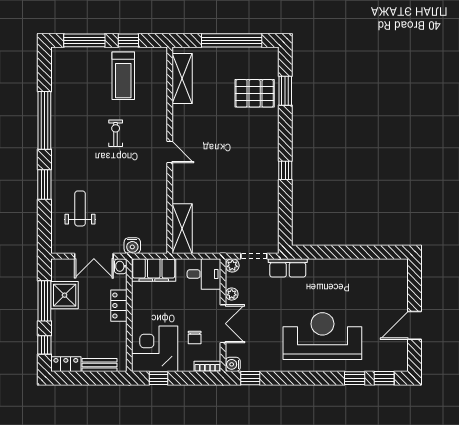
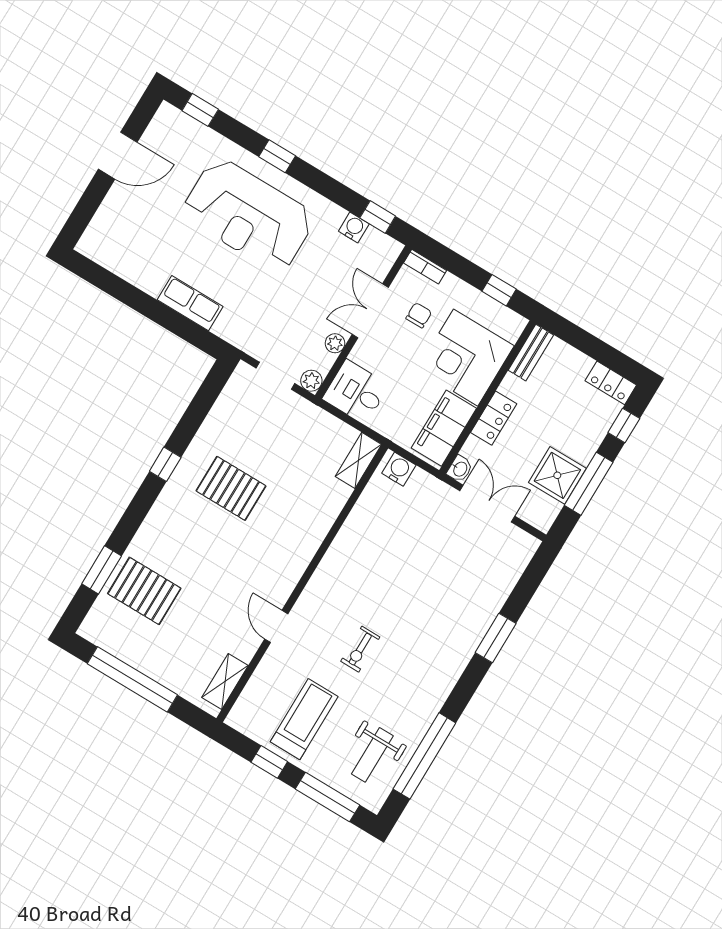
shelving: (182, 79) -> (225, 681), width x0.67, depth x0.75
window: (44, 120) -> (424, 756), moved
door: (170, 152) -> (276, 626), moved
pallet: (241, 179) -> (231, 488), added
weight bench: (80, 208) -> (372, 755), moved
shelving: (182, 229) -> (358, 460), width x0.67, depth x0.75
water cooler: (132, 246) -> (399, 469), moved
row of seats: (288, 268) -> (190, 303), moved
filing cabinet: (154, 270) -> (444, 428), moved, turned -90
corner desk: (155, 349) -> (466, 358), moved, turned 90
water cooler: (233, 364) -> (354, 227), moved, turned -90
bench: (100, 365) -> (531, 353), moved, turned 90
window: (355, 378) -> (277, 156), moved

